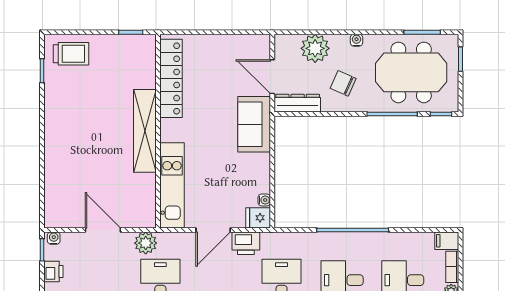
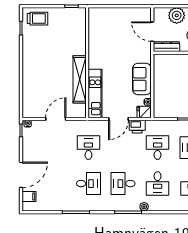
locker: (171, 78) -> (95, 33), removed
sofa: (254, 124) -> (142, 79), moved
shelving: (145, 131) -> (80, 79), moved
door: (103, 230) -> (56, 119), hinge flipped
plant: (146, 243) -> (80, 126), removed
printer: (53, 272) -> (27, 143), removed

